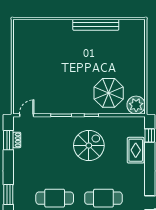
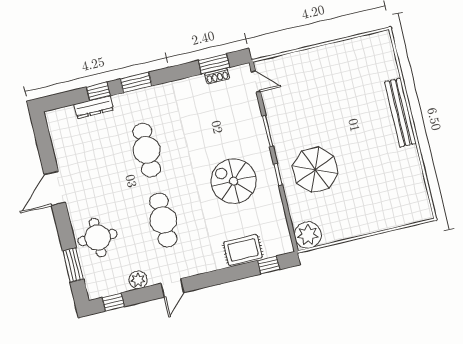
bench: (96, 25) -> (400, 113), moved
parasol: (109, 93) -> (315, 170), moved
spiral stairs: (89, 146) -> (234, 181), turned 180

